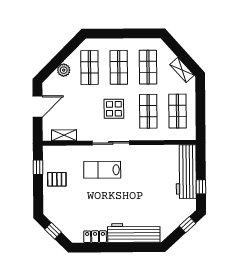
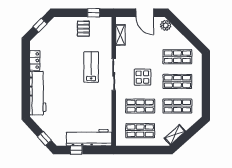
plant: (64, 70) -> (166, 25), moved

